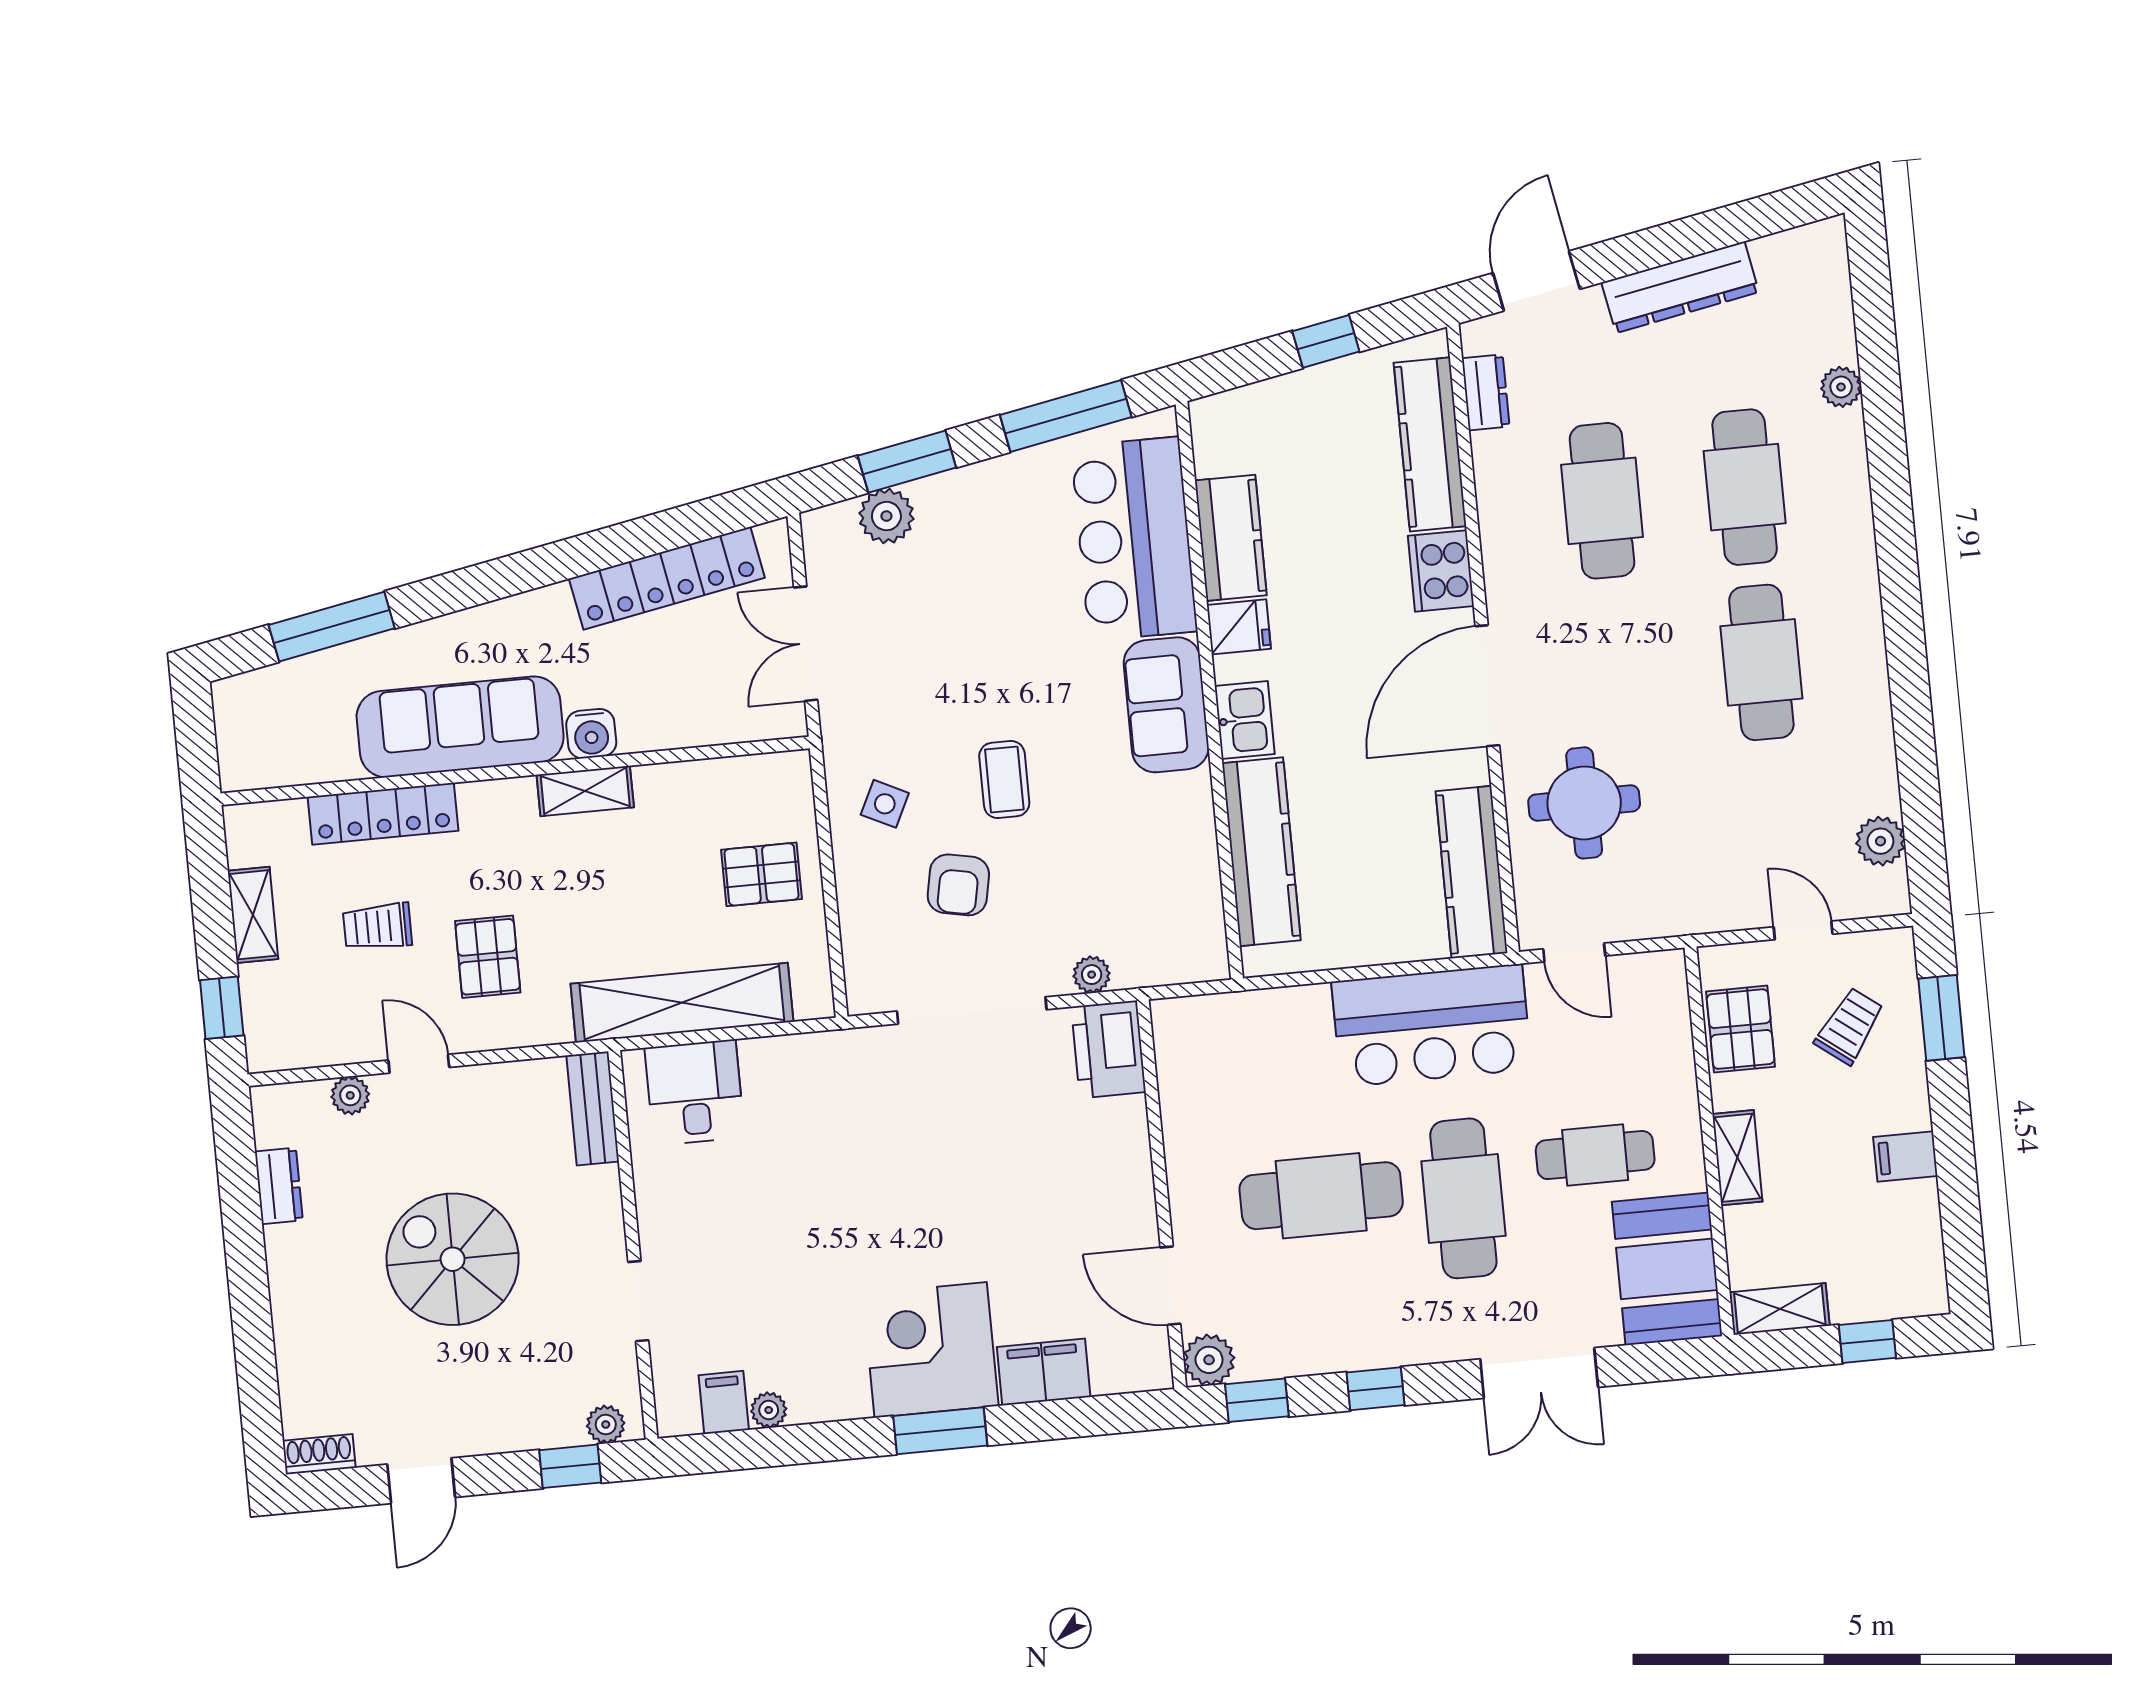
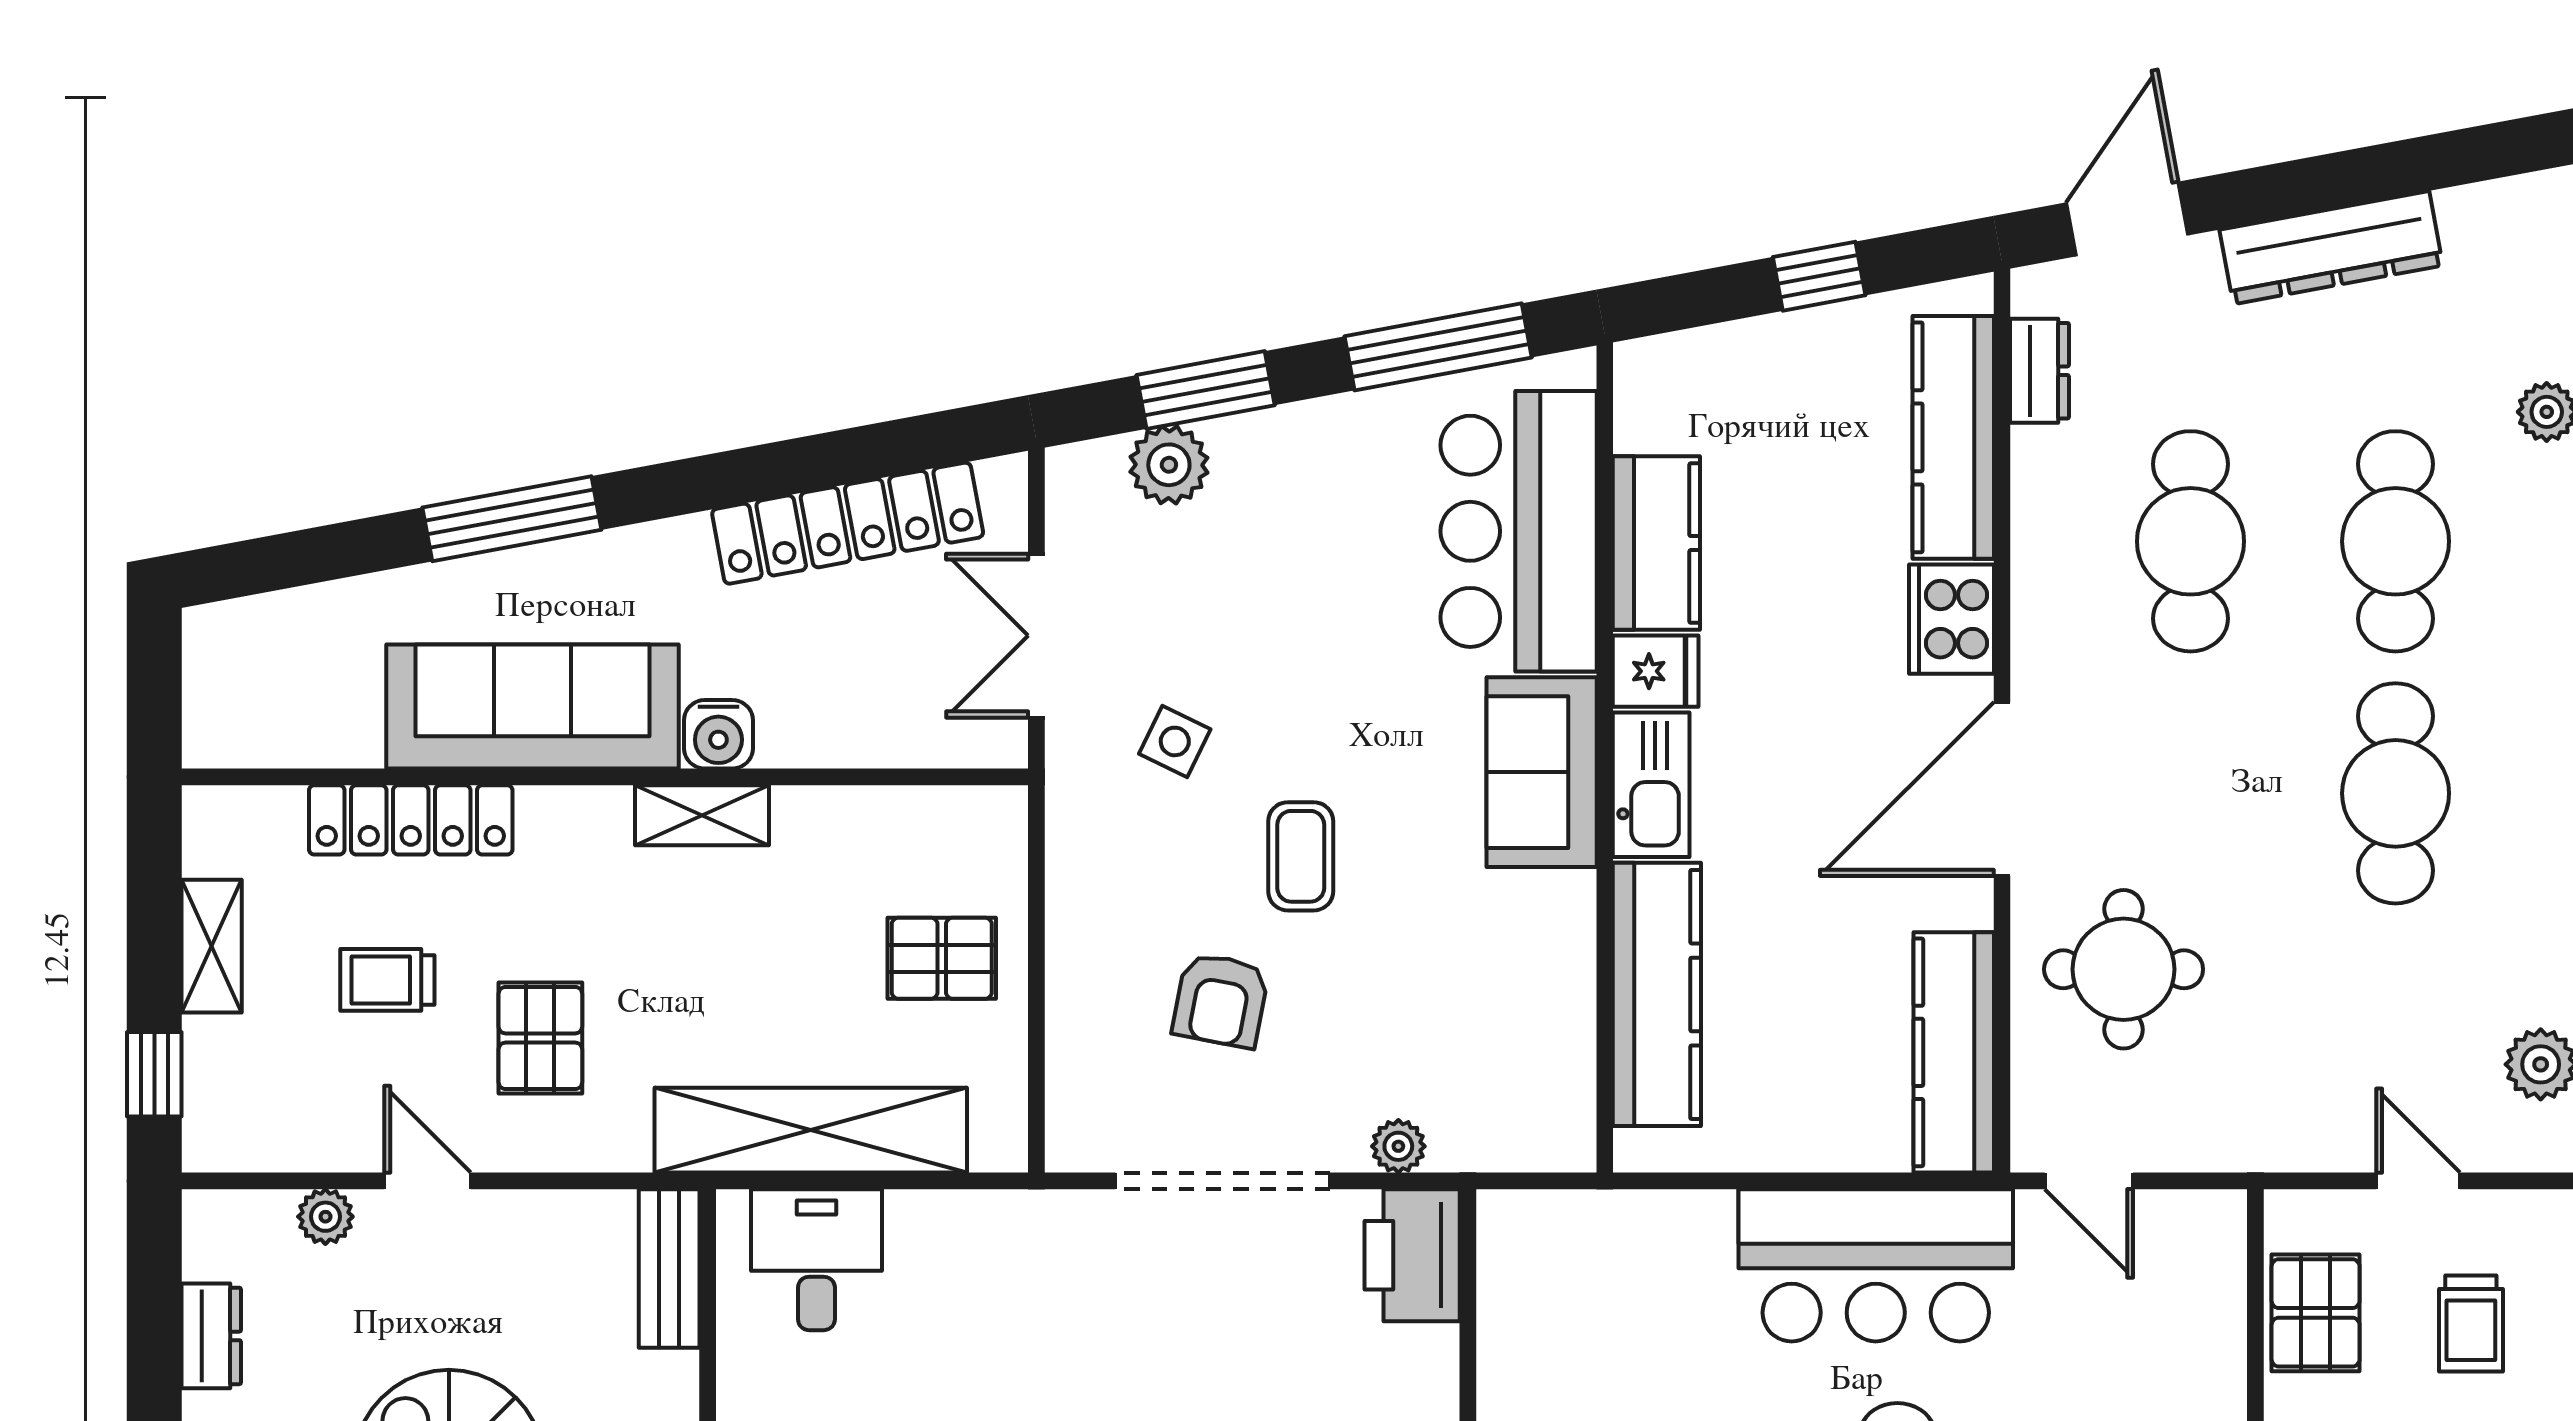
window: (332, 627) -> (512, 519), moved
kitchen sink: (1245, 720) -> (1651, 785), width x1.38
side table: (885, 804) -> (1175, 741), moved
trolley: (1849, 1026) -> (2471, 1323), turned 143

